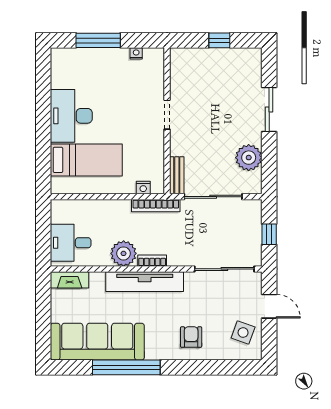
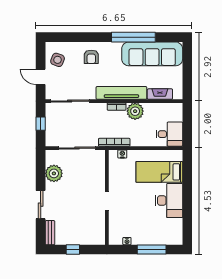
bench: (177, 175) -> (50, 233), moved
desk: (71, 243) -> (169, 134), moved
fireplace: (70, 280) -> (160, 94), moved

